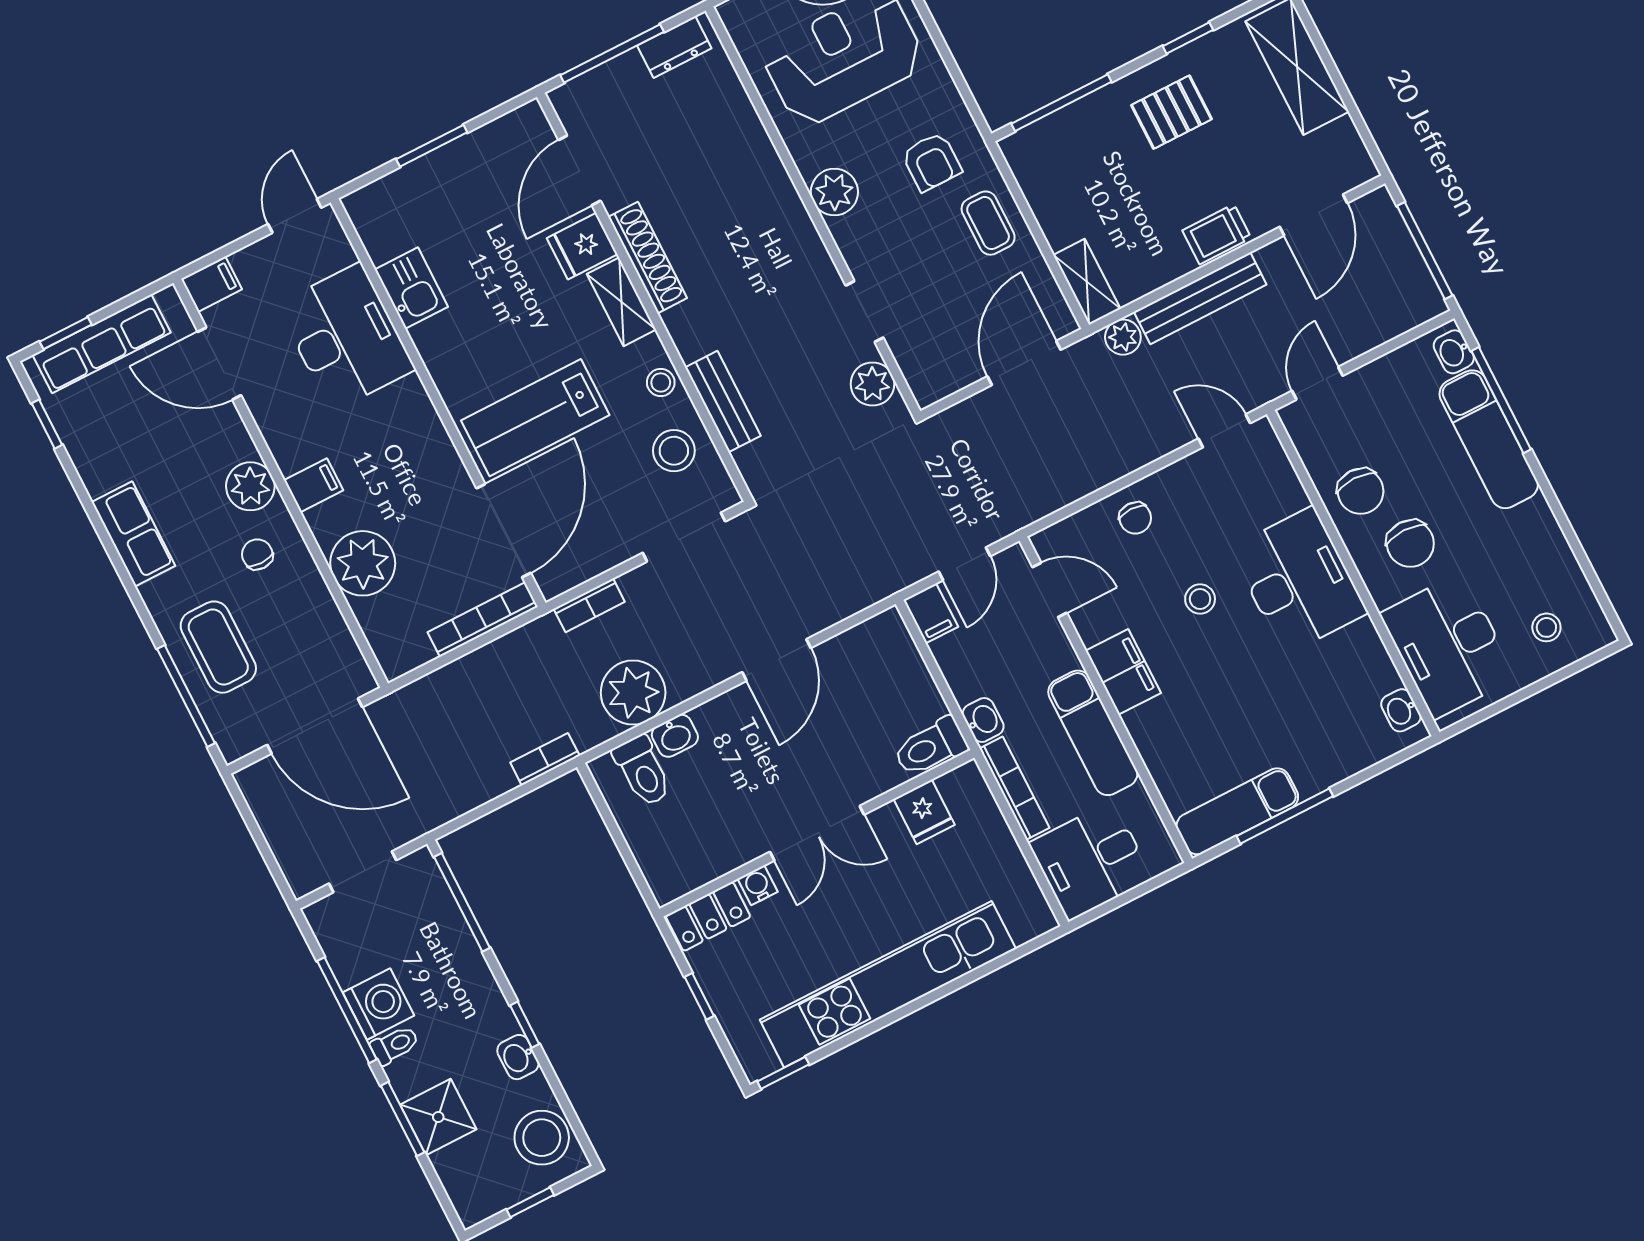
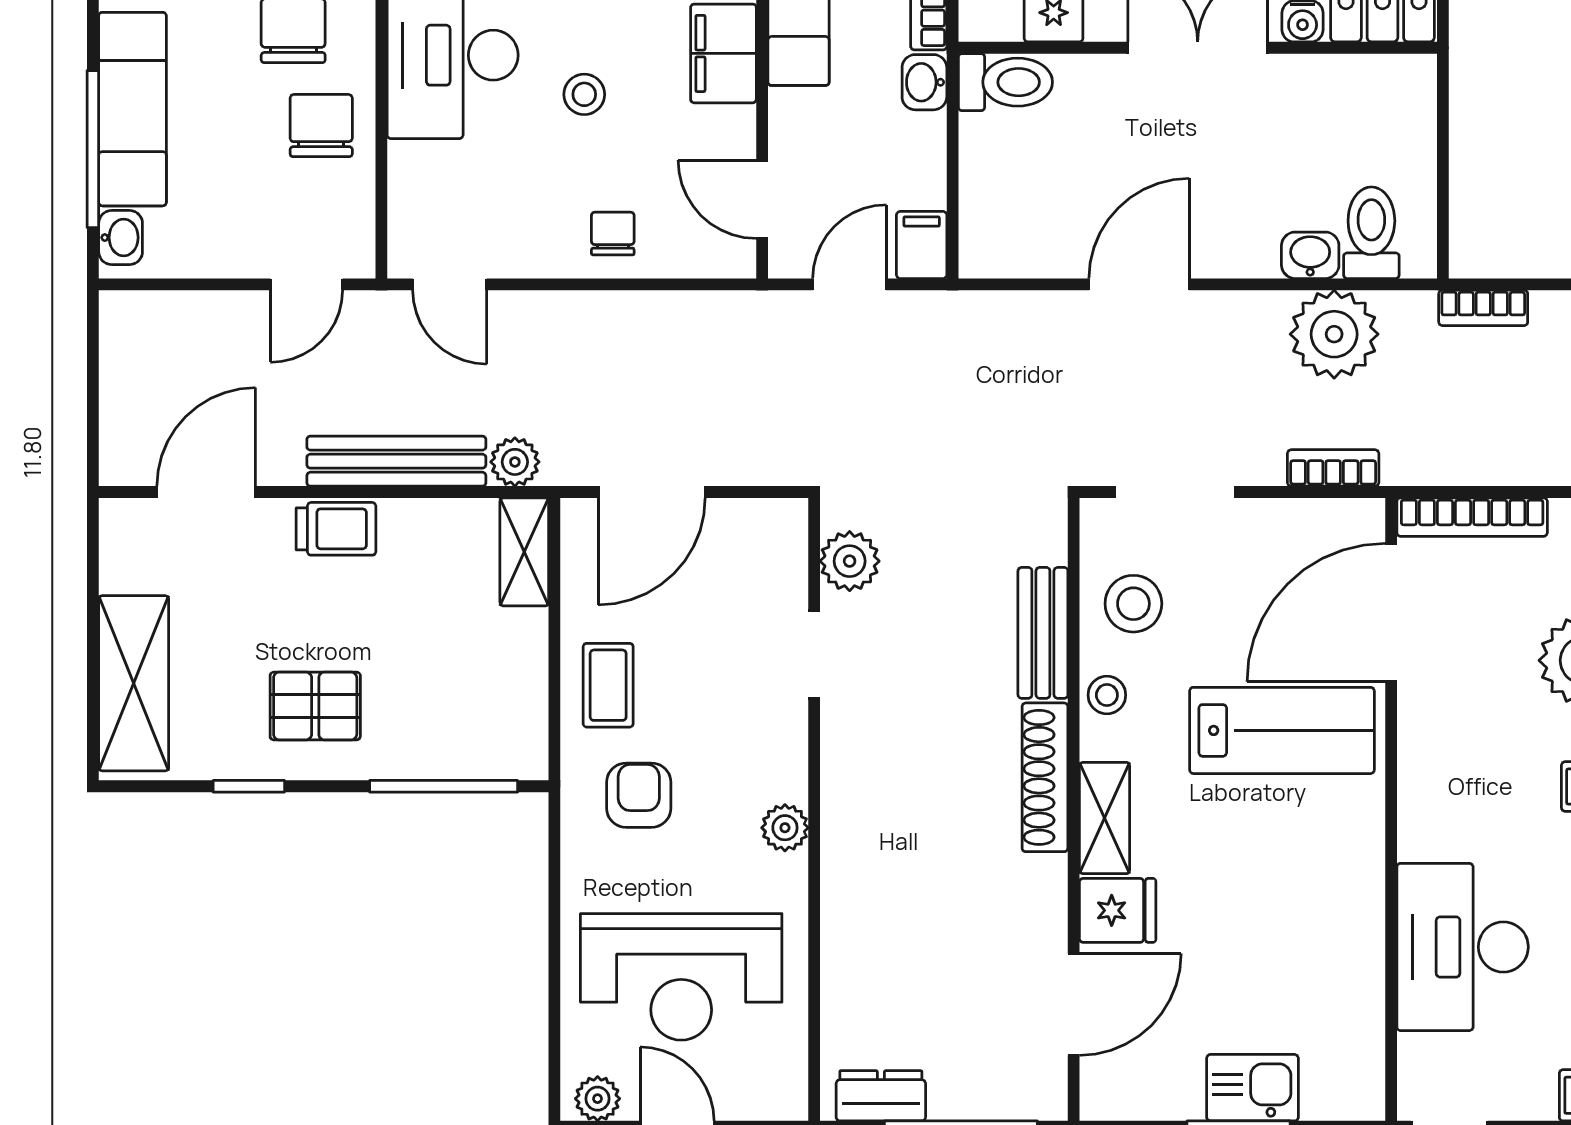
plant: (834, 192) -> (785, 828), width x0.73, depth x0.73
window: (1425, 251) -> (93, 379), removed
shoe rack: (648, 258) -> (1045, 777), moved
kitchen sink: (411, 288) -> (1252, 1088), moved, turned 90

